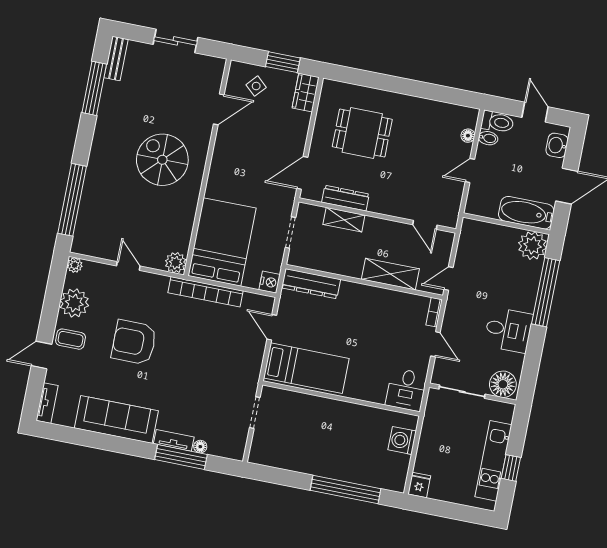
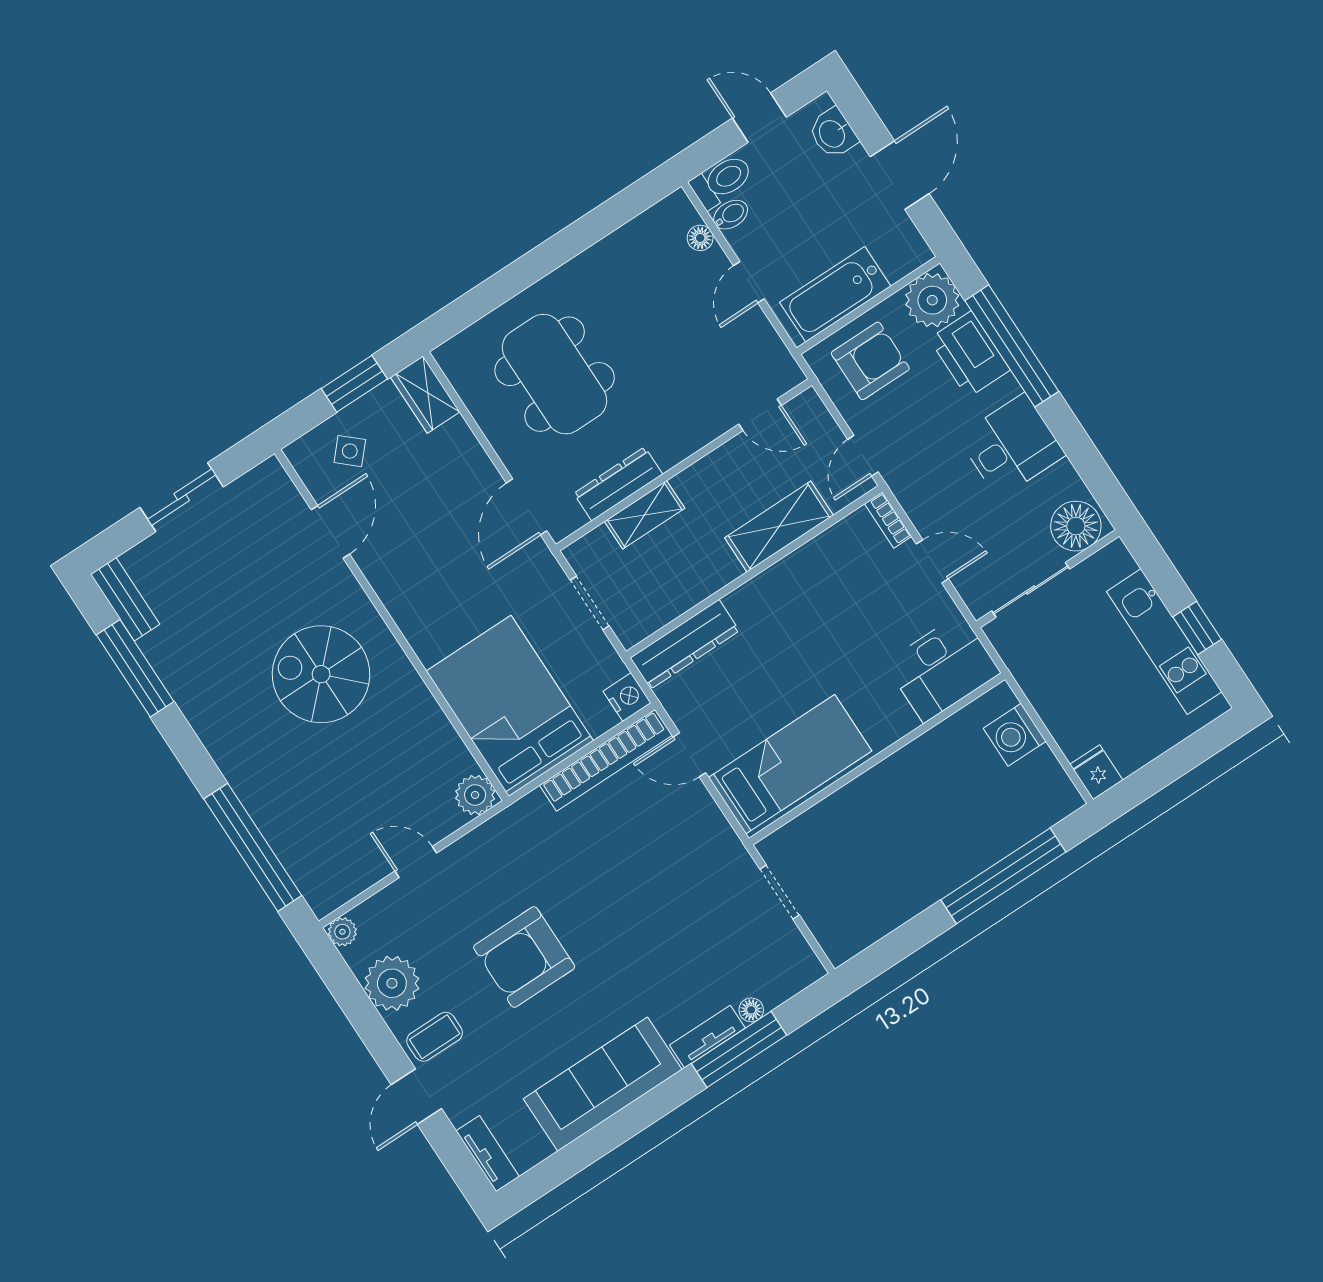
dining table: (362, 133) -> (555, 374), width x1.38
bathtub: (526, 213) -> (835, 294), moved
armchair: (487, 245) -> (870, 361), added
printer: (527, 280) -> (970, 354), added
bookcase: (206, 292) -> (606, 760), moved
desk: (406, 390) -> (942, 668), width x1.37

